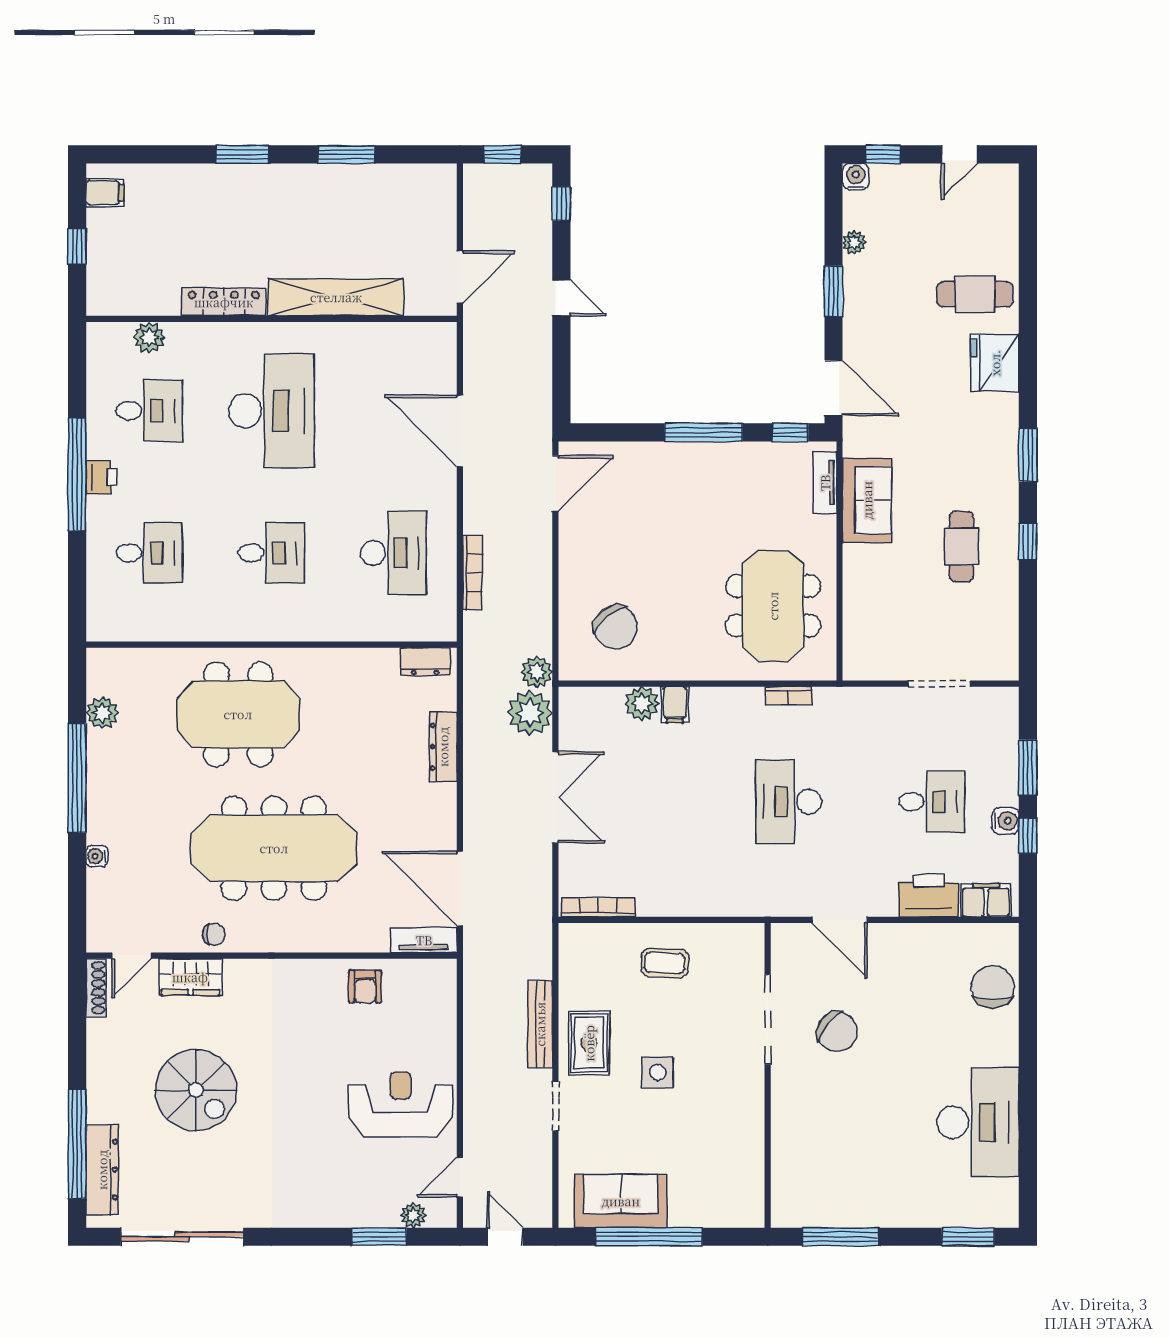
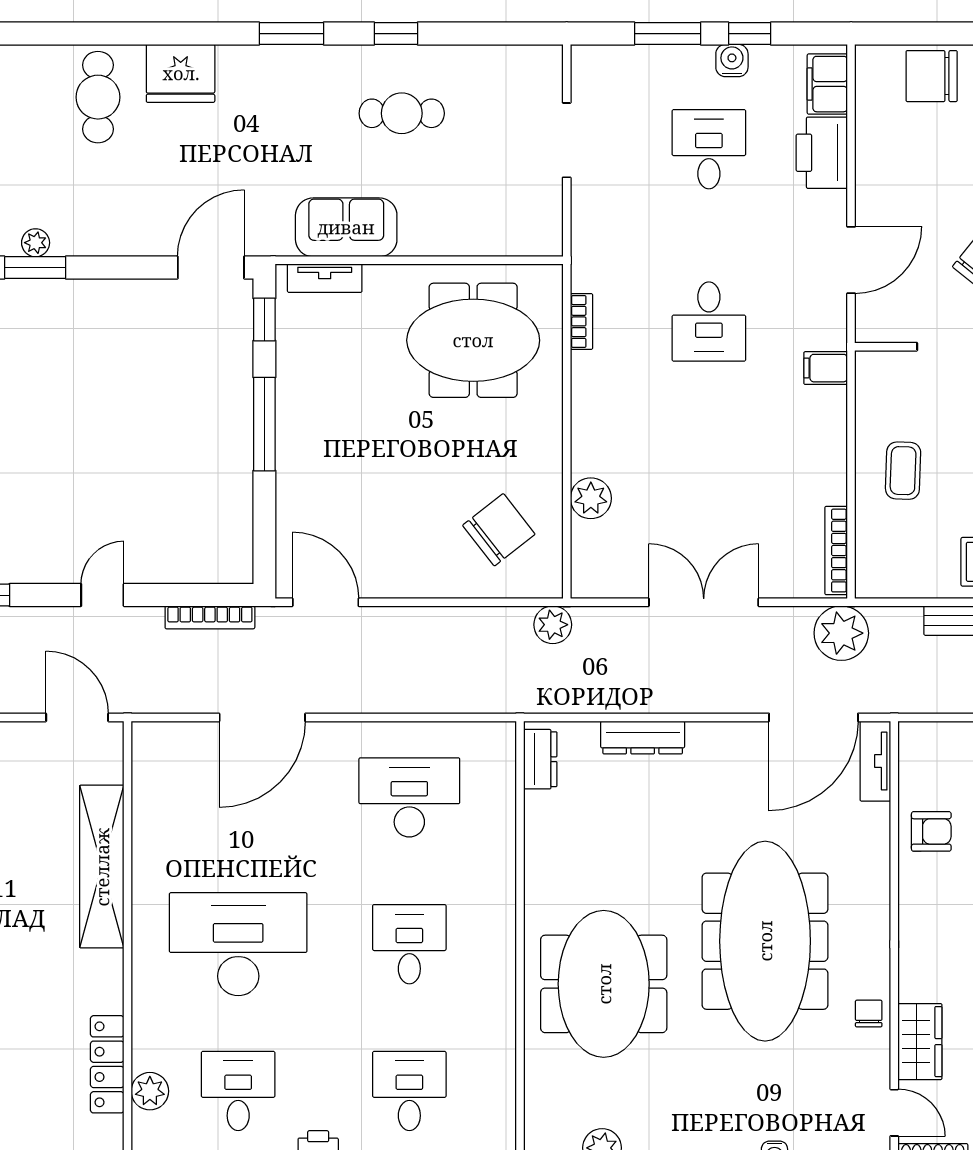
window: (834, 291) -> (35, 267), moved
locker: (224, 302) -> (107, 1064), moved
bookcase: (472, 573) -> (210, 617), moved, turned 180
filing cabinet: (675, 705) -> (826, 368), moved, turned 180
plant: (530, 713) -> (841, 633), moved
desk: (789, 802) -> (709, 321), width x0.73

